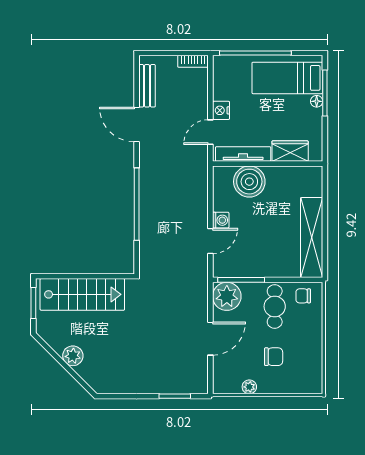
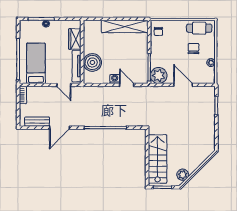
bed: (287, 78) -> (36, 63), moved, turned 180
nightstand: (221, 110) -> (51, 79), removed
cafe table: (275, 306) -> (199, 28), moved
plant: (73, 356) -> (183, 175), moved

